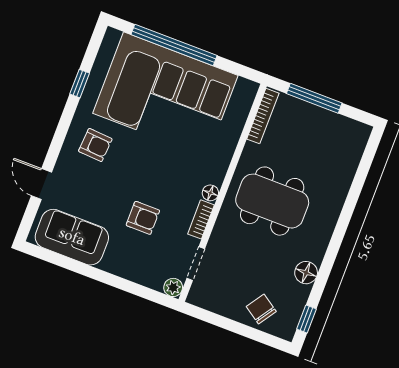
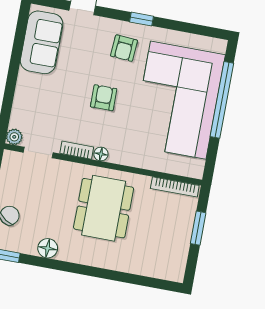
window: (80, 84) -> (142, 19), moved
window: (314, 98) -> (198, 228), width x0.69
armchair: (143, 218) -> (104, 98), moved, turned 180

